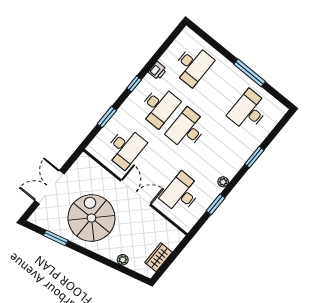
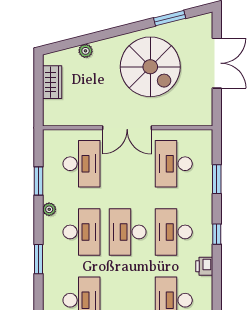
desk: (187, 129) -> (128, 232), turned 180
desk: (215, 152) -> (81, 232), added

